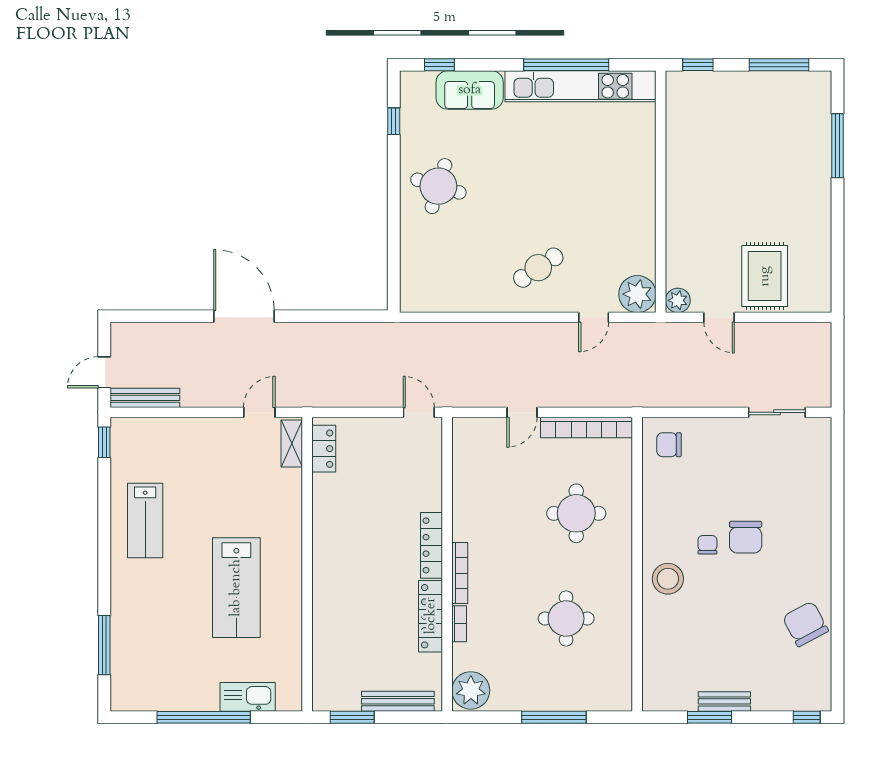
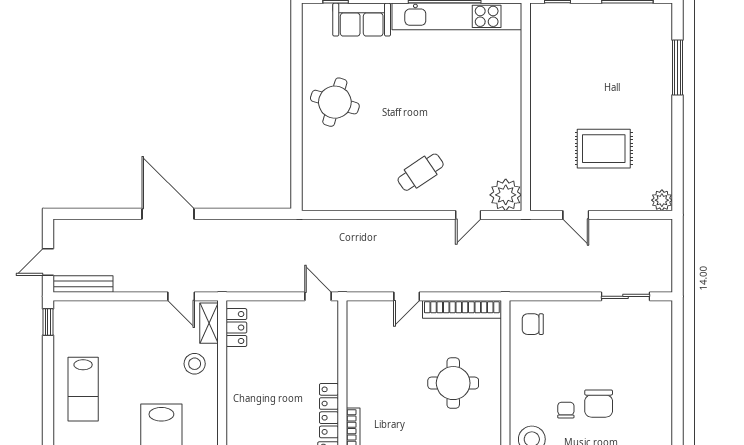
window: (394, 121) -> (297, 46), removed
rug: (765, 276) -> (604, 149), moved, turned 90
plant: (678, 300) -> (662, 200), moved
door: (259, 412) -> (181, 296), swing flipped
stool: (275, 491) -> (195, 364), added

